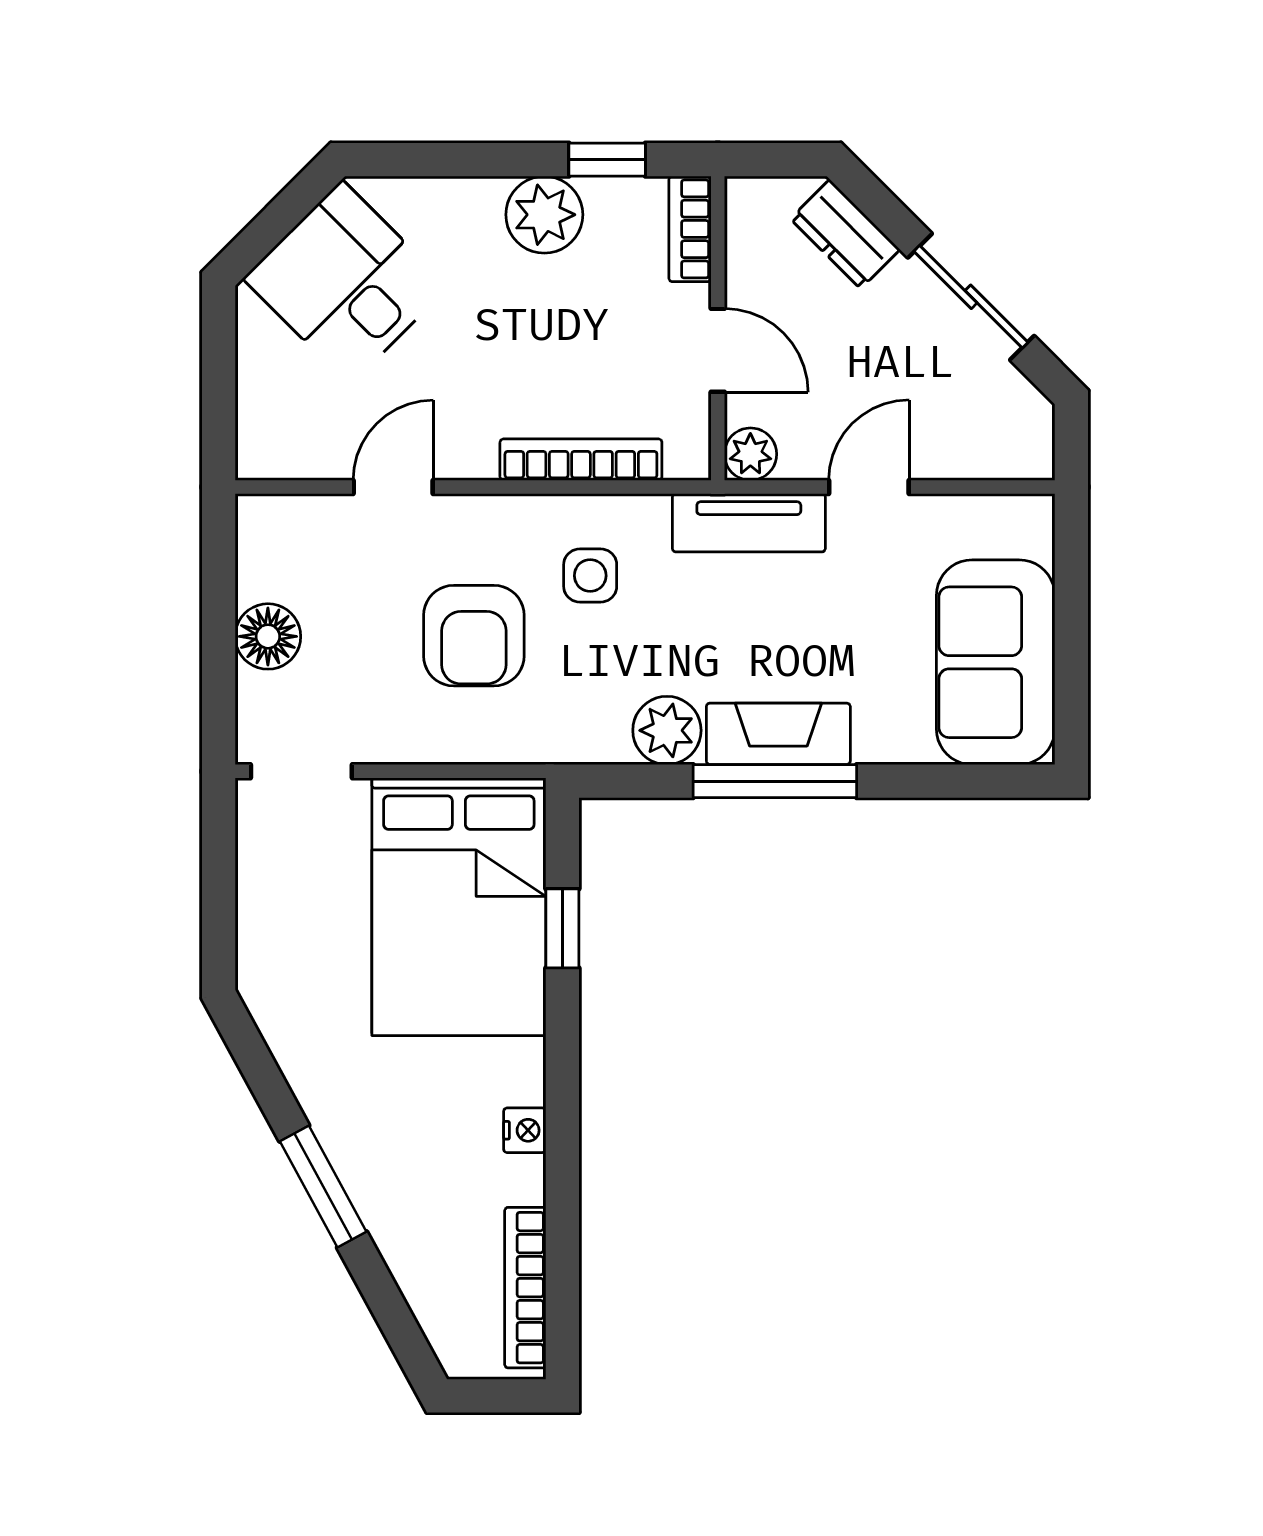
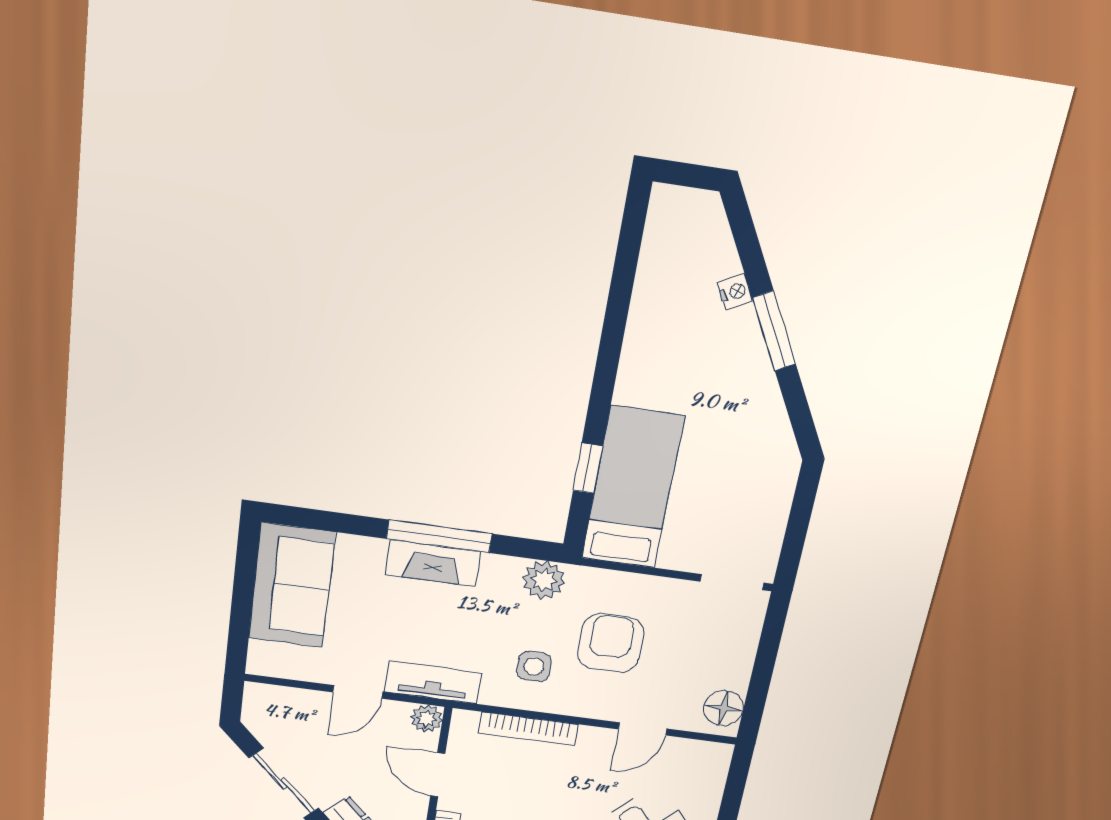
floor lamp: (268, 636) -> (724, 708), moved
plant: (667, 730) -> (544, 580), moved
bed: (459, 907) -> (633, 488), width x0.67
nightstand: (525, 1130) -> (735, 292), moved, turned 151
bookcase: (525, 1288) -> (655, 245), removed

